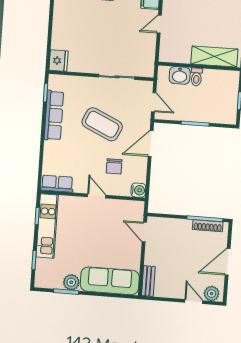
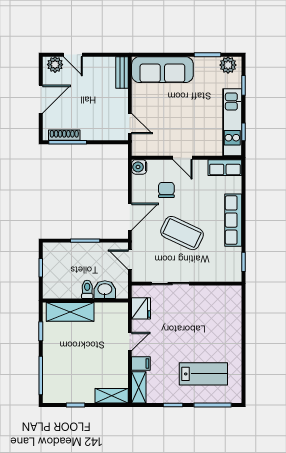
fridge: (58, 61) -> (141, 308), moved, turned 180
row of seats: (54, 115) -> (233, 220), moved
plant: (71, 282) -> (228, 65), moved

